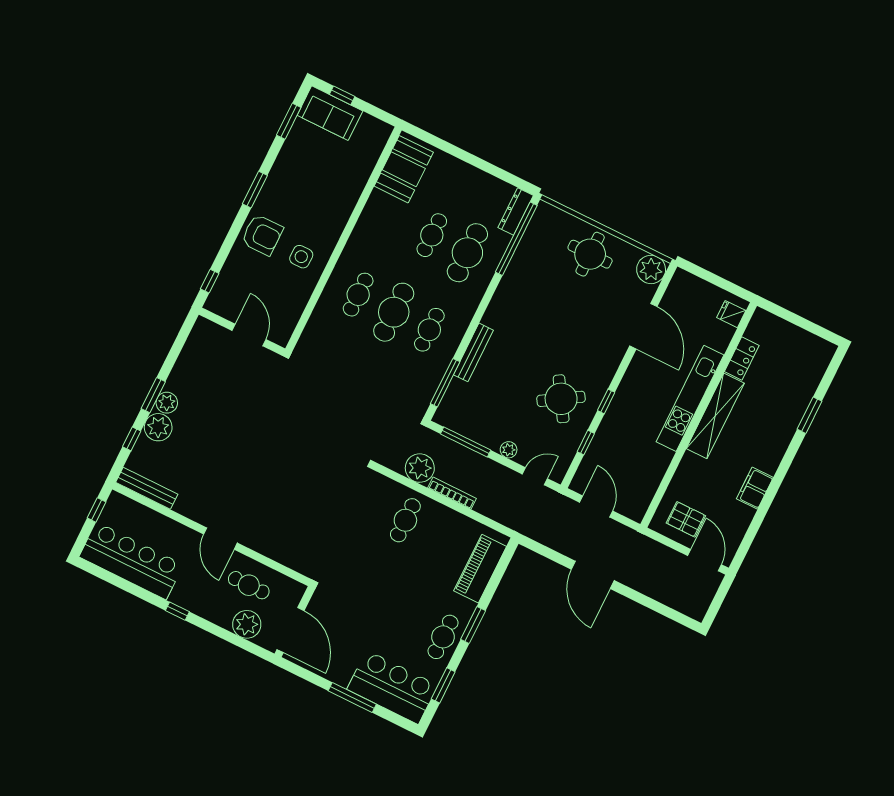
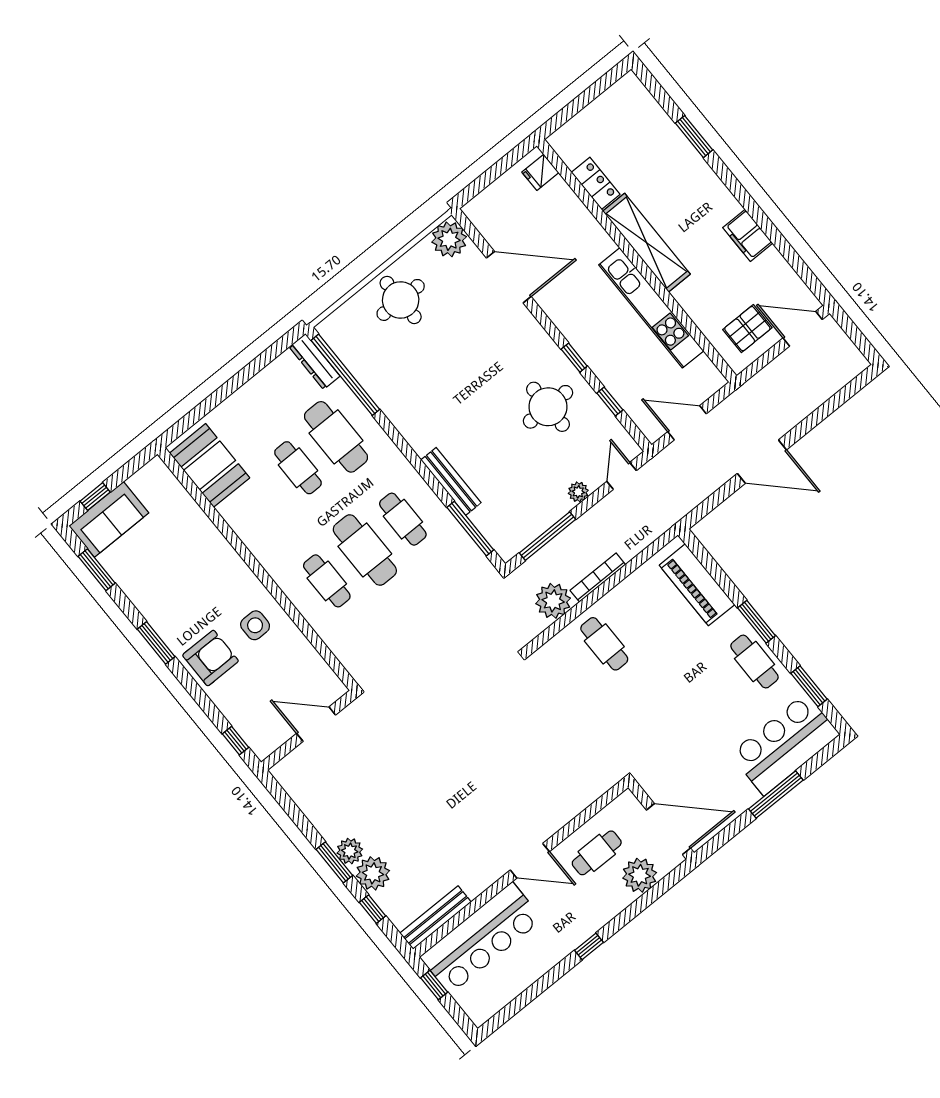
kitchen unit: (690, 398) -> (651, 308), moved
round table: (561, 399) -> (548, 407), turned 32
bar counter: (131, 561) -> (481, 938), moved, turned 180

